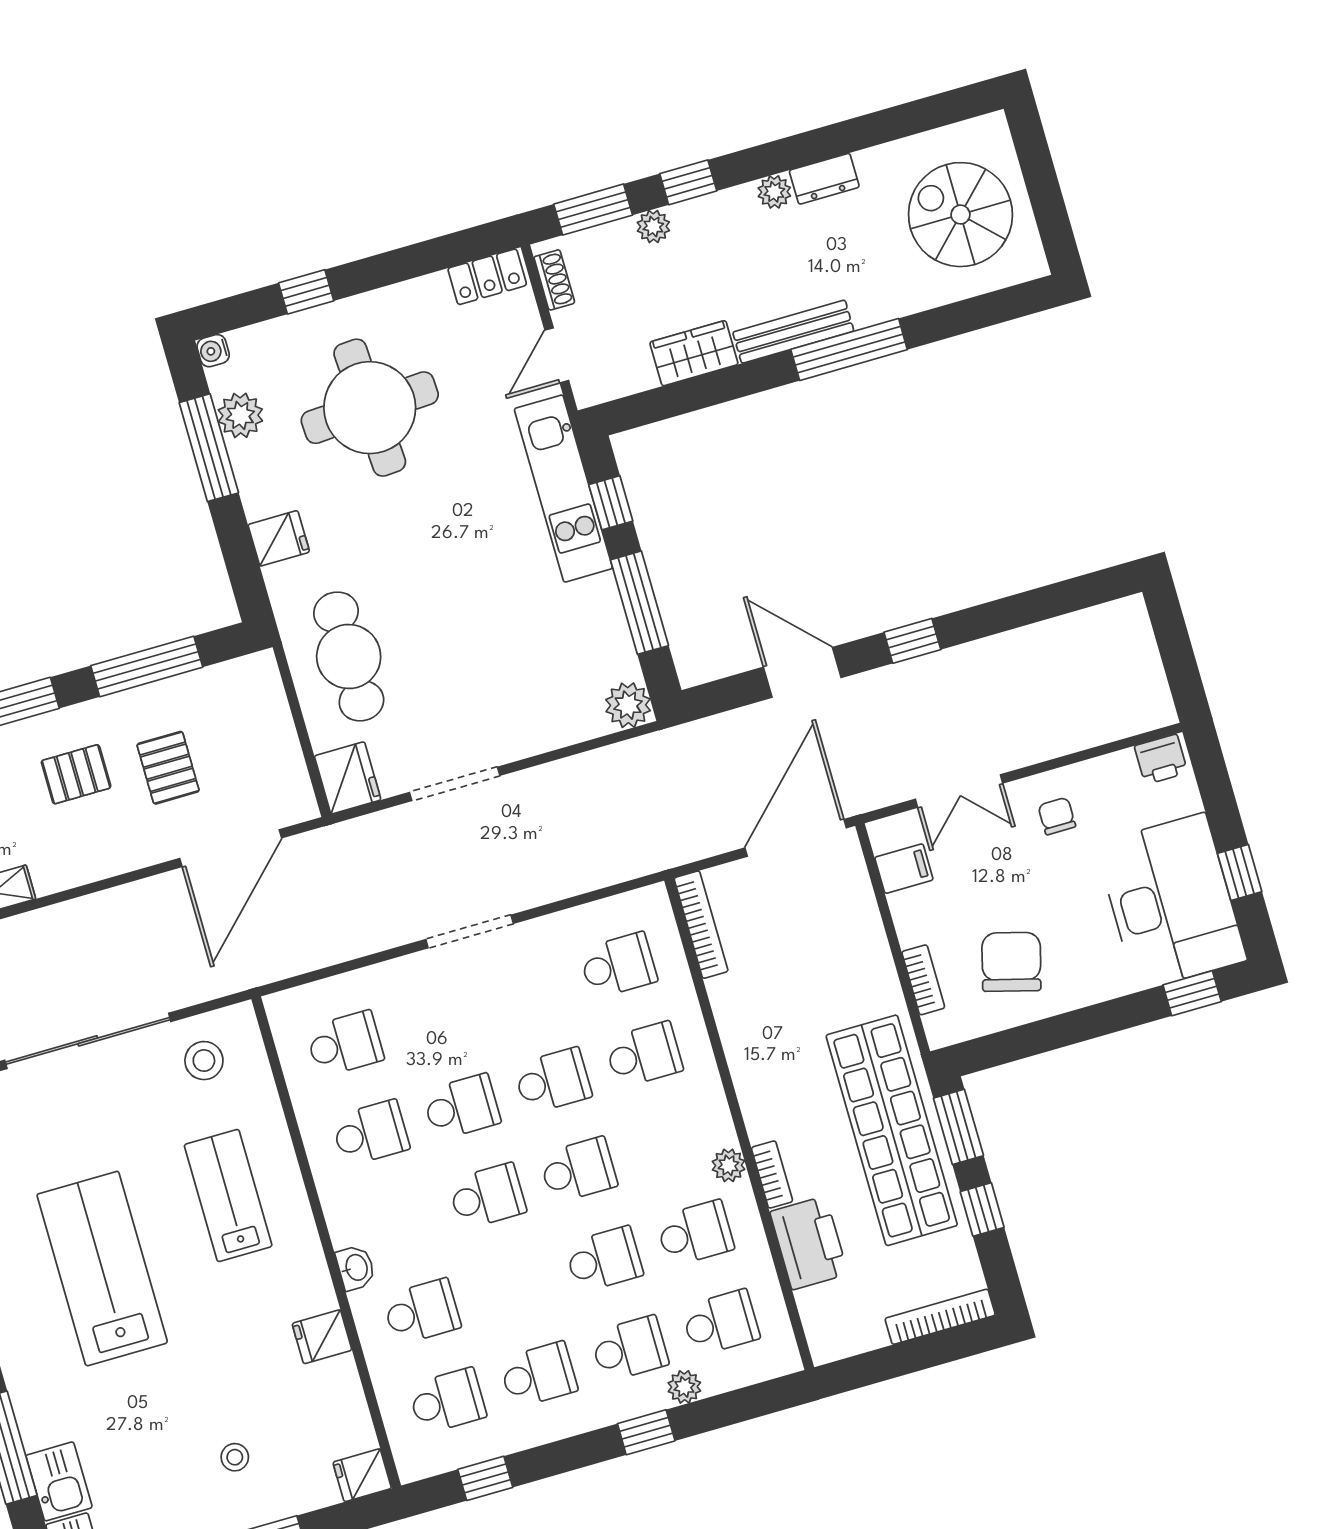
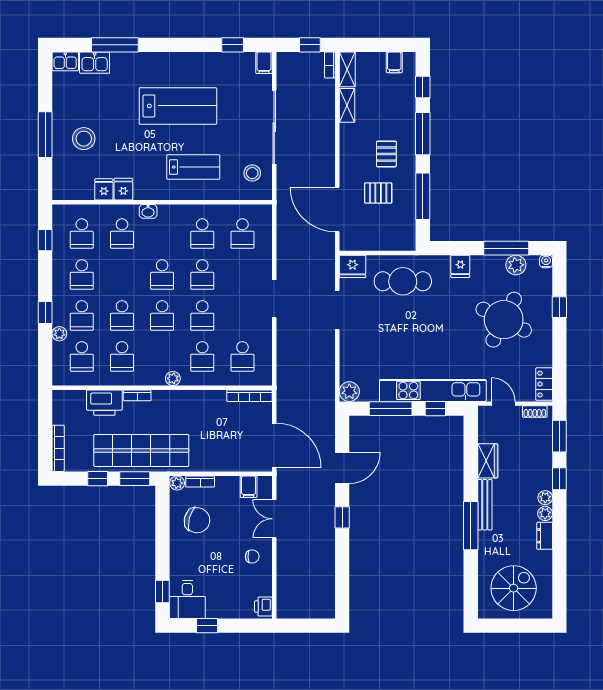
plant: (653, 227) -> (545, 498), moved
round table: (370, 408) -> (504, 320), turned 30
kitchen unit: (563, 489) -> (433, 390), width x1.36
desk: (1171, 902) -> (187, 599), width x0.53, depth x0.77
plant: (941, 1030) -> (177, 483), added
plant: (729, 1165) -> (173, 378), moved
stool: (235, 1457) -> (84, 139), width x1.89, depth x1.89
fridge: (362, 1475) -> (104, 189), moved

